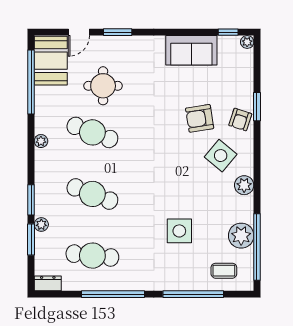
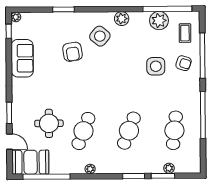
armchair: (240, 120) -> (184, 63), moved
plant: (41, 224) -> (169, 168), moved
dresser: (48, 283) -> (195, 163), removed

